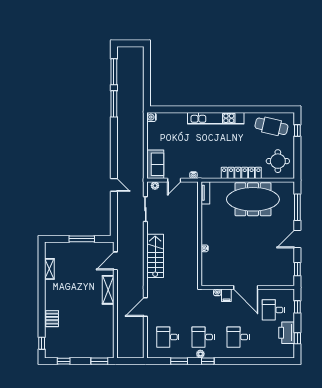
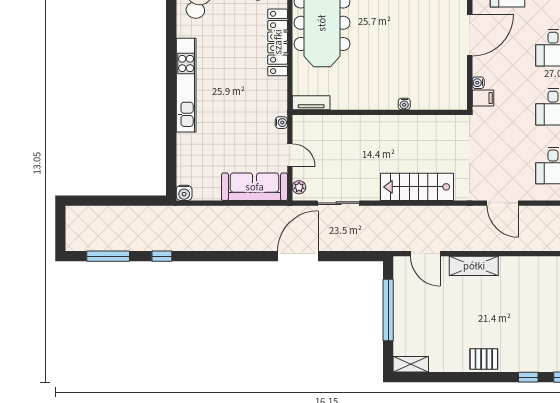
window: (114, 104) -> (162, 256), width x0.46
sofa: (155, 164) -> (255, 187), width x1.36
door: (114, 185) -> (298, 256), width x1.88
window: (82, 239) -> (388, 310), width x1.46
shelving: (49, 269) -> (411, 364), moved
filing cabinet: (226, 295) -> (483, 98), moved
pallet: (52, 319) -> (484, 359), moved
window: (42, 322) -> (528, 377), added

